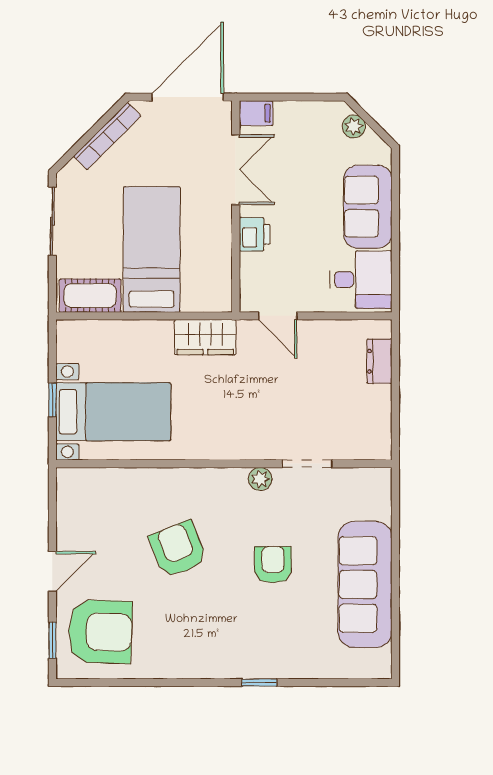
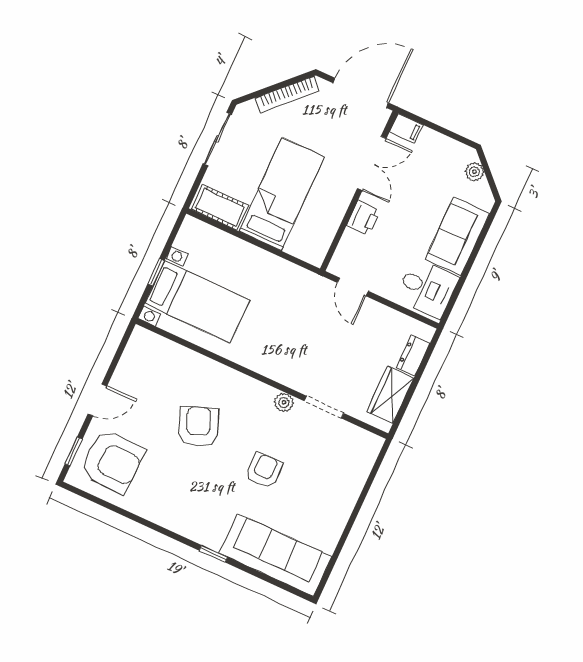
wardrobe: (205, 337) -> (390, 395), moved, turned 90
sofa: (365, 584) -> (276, 555), moved, turned 90

